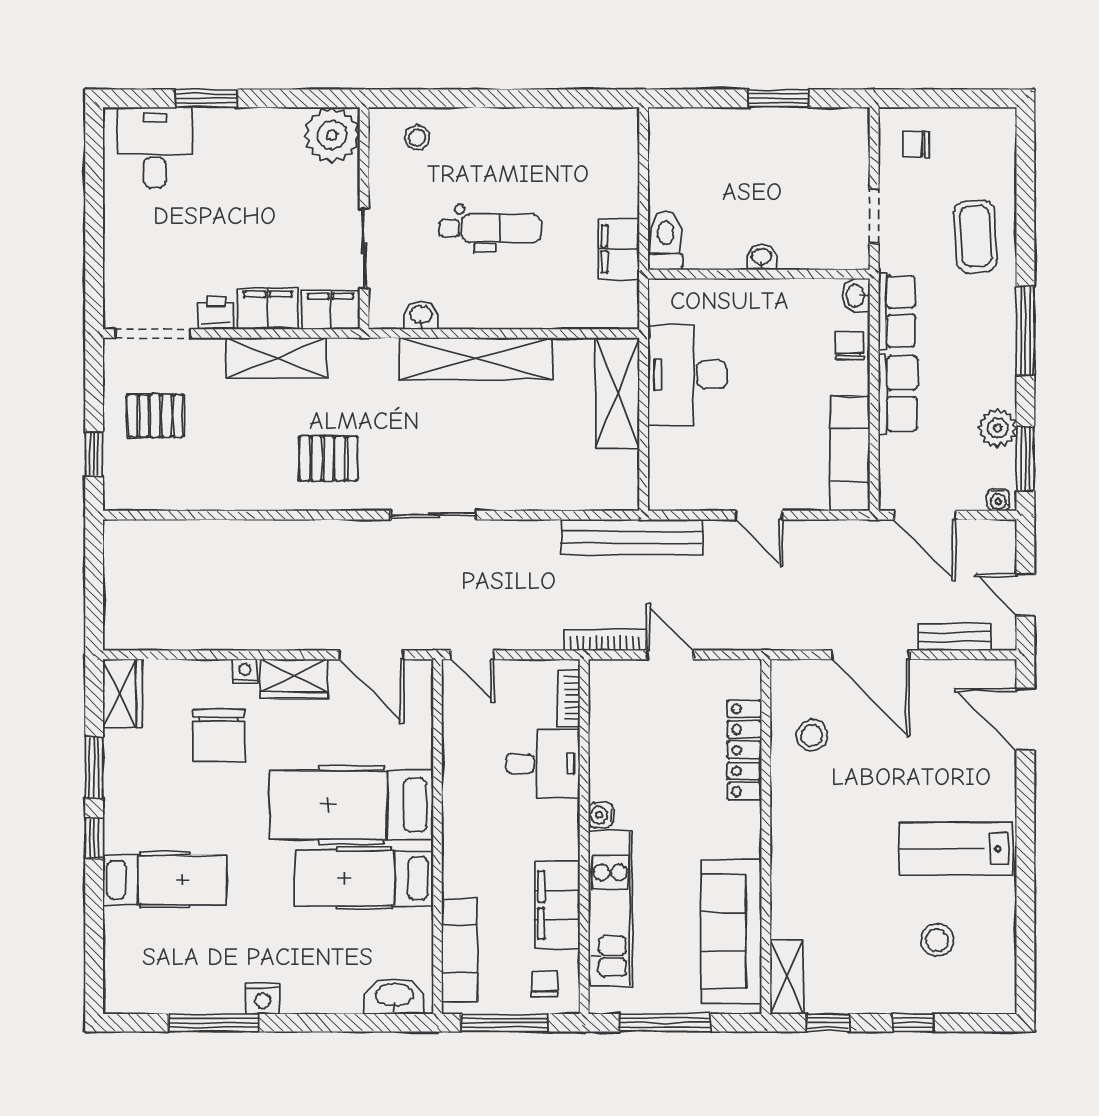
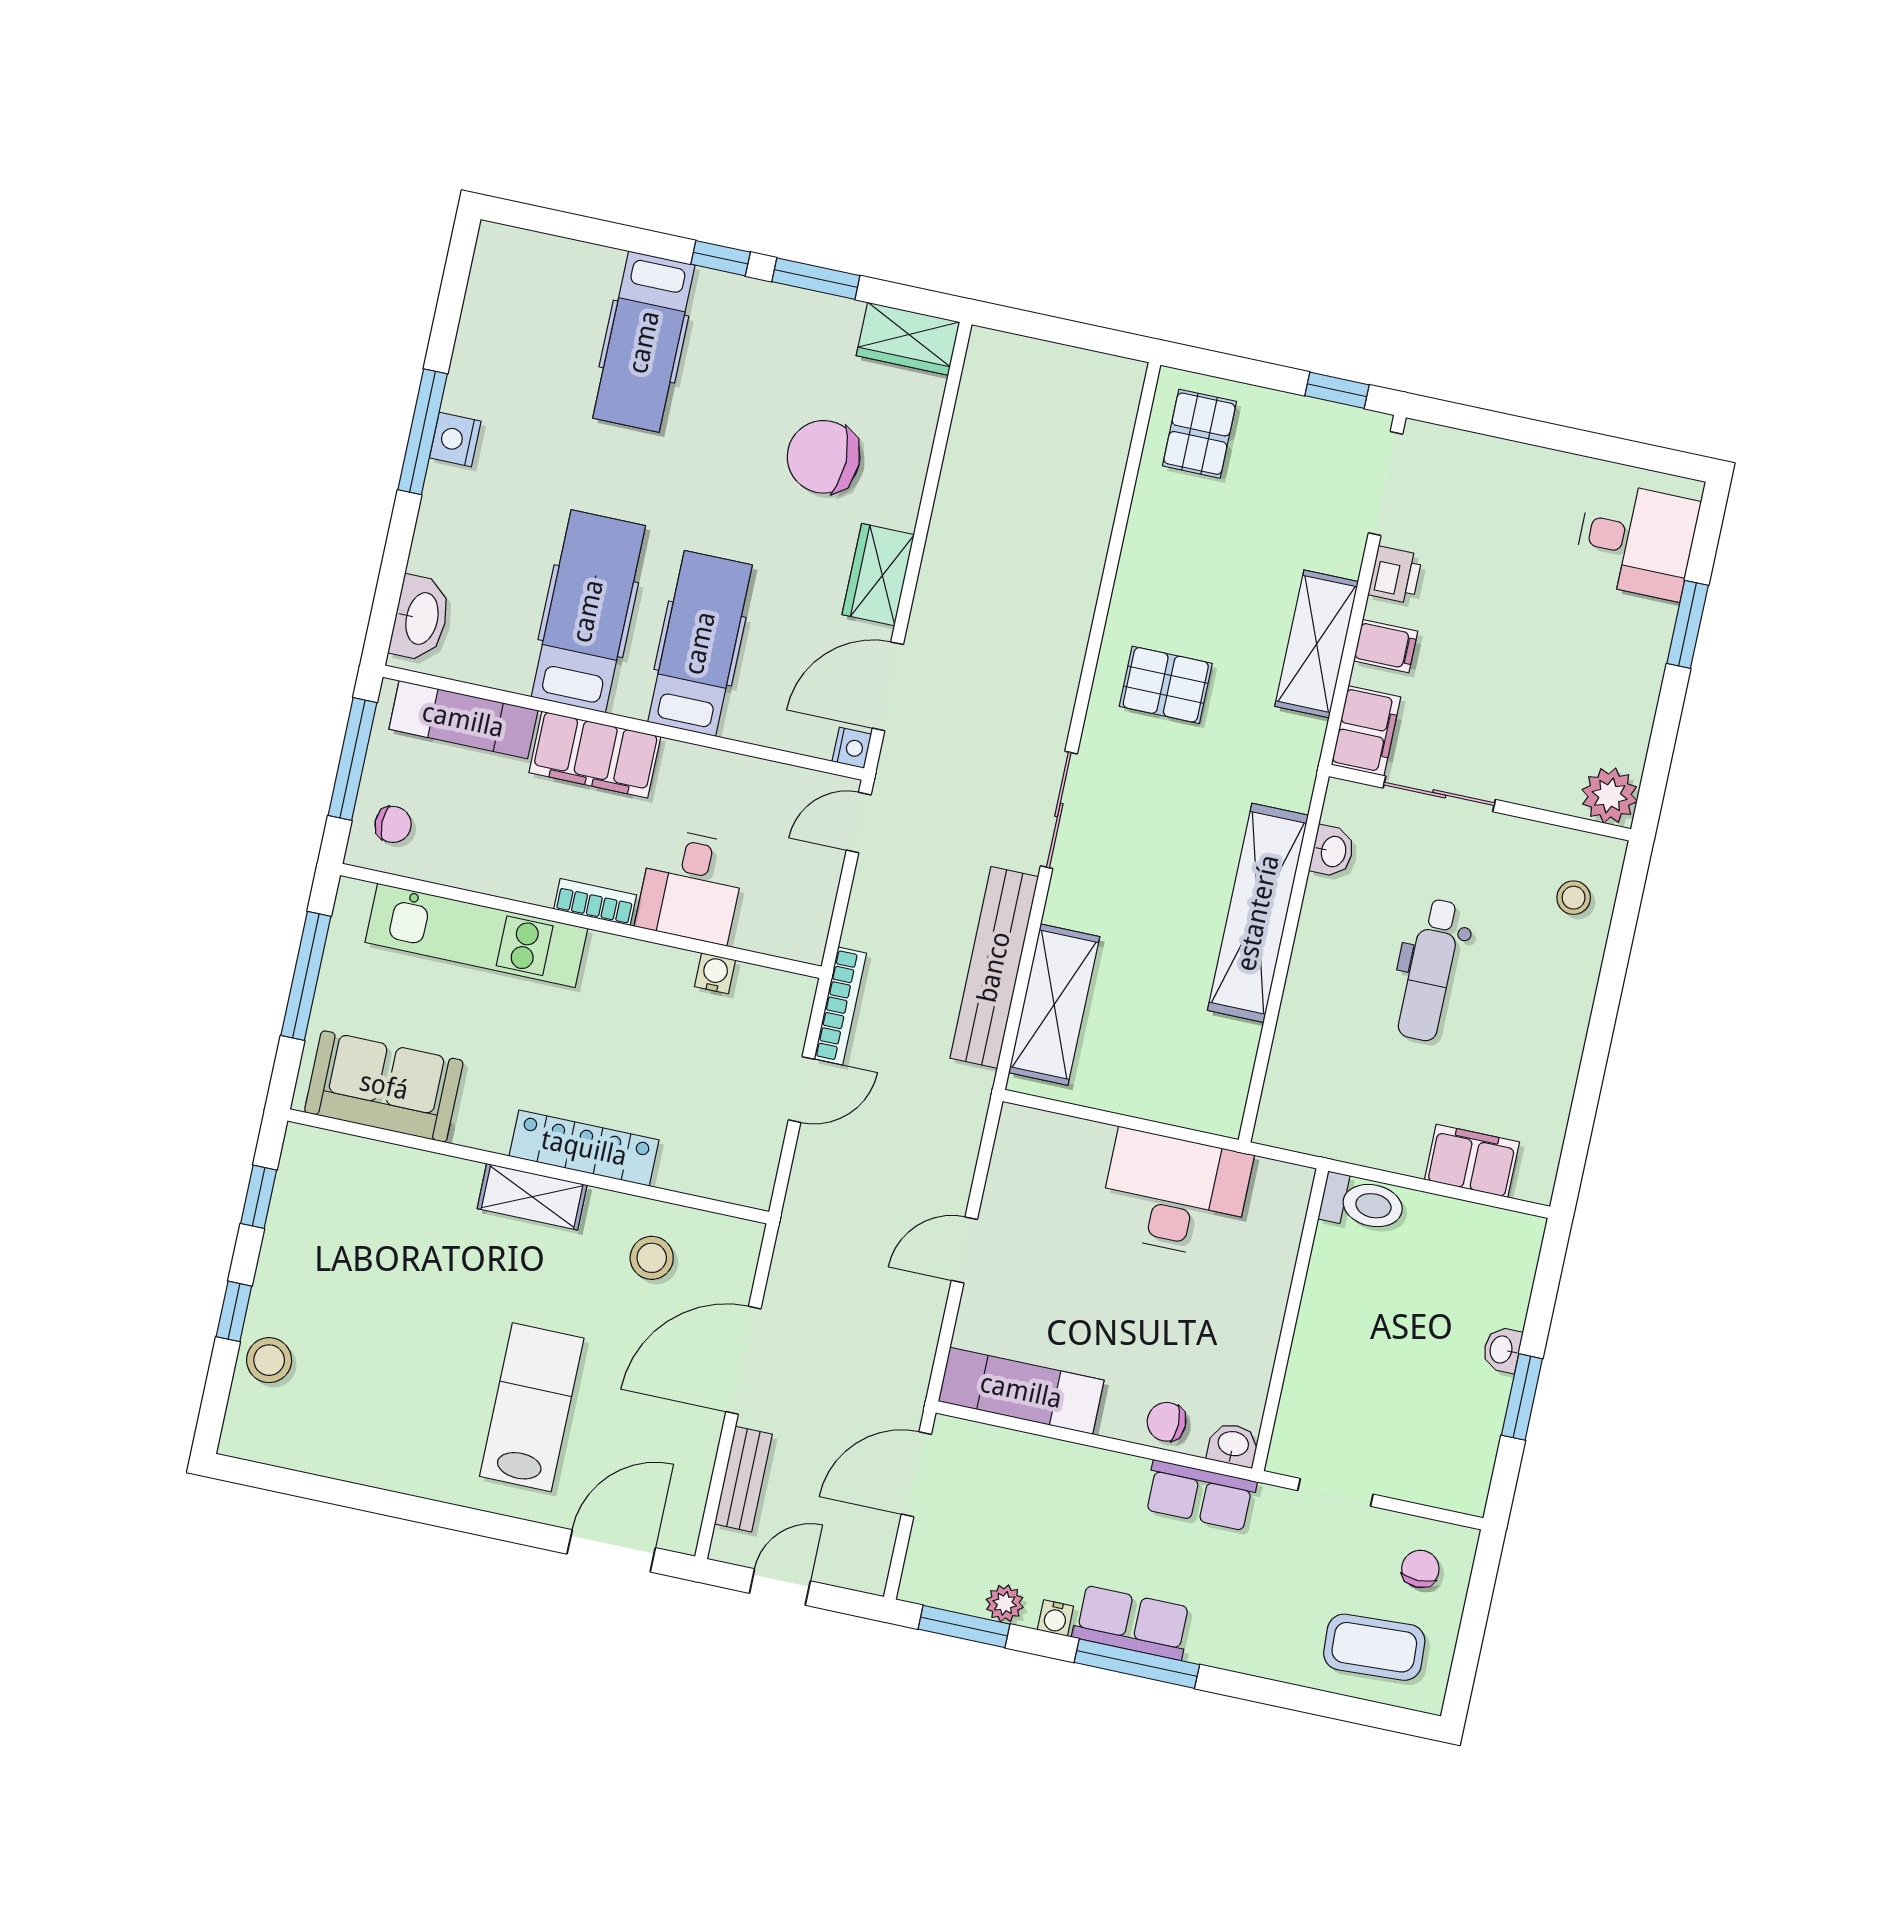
plant: (332, 135) -> (1610, 796), width x0.73, depth x0.73
coffee table: (976, 236) -> (1374, 1647), moved
filing cabinet: (619, 249) -> (1472, 1161), moved
washbasin: (762, 257) -> (1502, 1350), moved, turned 180
filing cabinet: (268, 309) -> (1386, 646), width x0.50
chair: (850, 346) -> (1167, 1422), turned 180
shelving: (617, 393) -> (1054, 1005), moved, turned 90
row of seats: (898, 393) -> (1132, 1623), moved, turned 180
pallet: (155, 416) -> (1200, 434), moved
plant: (998, 428) -> (1005, 1603), width x0.73, depth x0.73
window: (94, 454) -> (1337, 390), moved
pallet: (328, 458) -> (1166, 685), turned 90
water cooler: (998, 500) -> (1055, 1618), moved, turned -90
bench: (632, 537) -> (994, 967), moved
nightstand: (245, 671) -> (852, 748), moved
bookcase: (569, 698) -> (595, 902), moved
locker: (744, 750) -> (584, 1148), moved
hospital bed: (351, 805) -> (700, 643), width x0.73, depth x0.78
water cooler: (601, 815) -> (715, 973), moved
lab bench: (956, 849) -> (532, 1407), moved
filing cabinet: (557, 905) -> (595, 755), moved, turned 180
sofa: (731, 932) -> (384, 1086), width x0.73
stool: (937, 940) -> (269, 1360), moved
shelving: (787, 977) -> (532, 1197), moved
window: (213, 1023) -> (423, 432), moved

